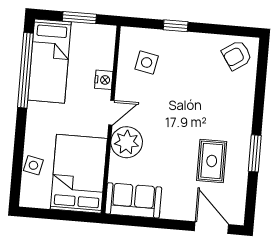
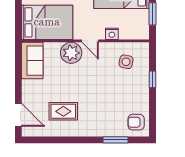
armchair: (237, 55) -> (136, 122), turned -56
window: (255, 153) -> (116, 140), moved
door: (211, 228) -> (18, 115), hinge flipped

